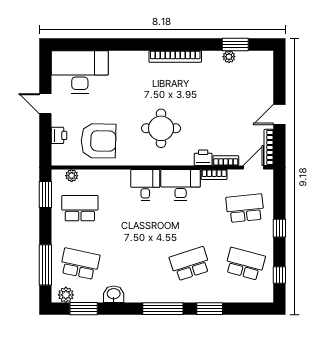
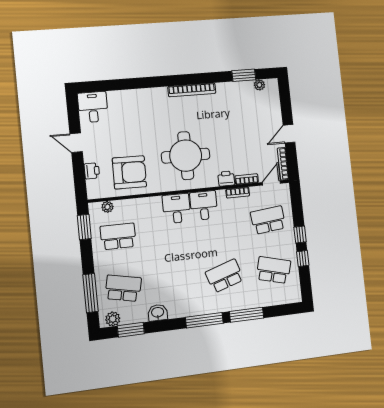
plant: (229, 57) -> (259, 85), moved
desk: (80, 72) -> (93, 107), width x0.53, depth x0.77
round table: (161, 128) -> (186, 156), width x1.36, depth x1.36
desk: (181, 185) -> (204, 205), width x0.73
window: (279, 275) -> (303, 259), moved
window: (210, 309) -> (247, 315), width x1.44

